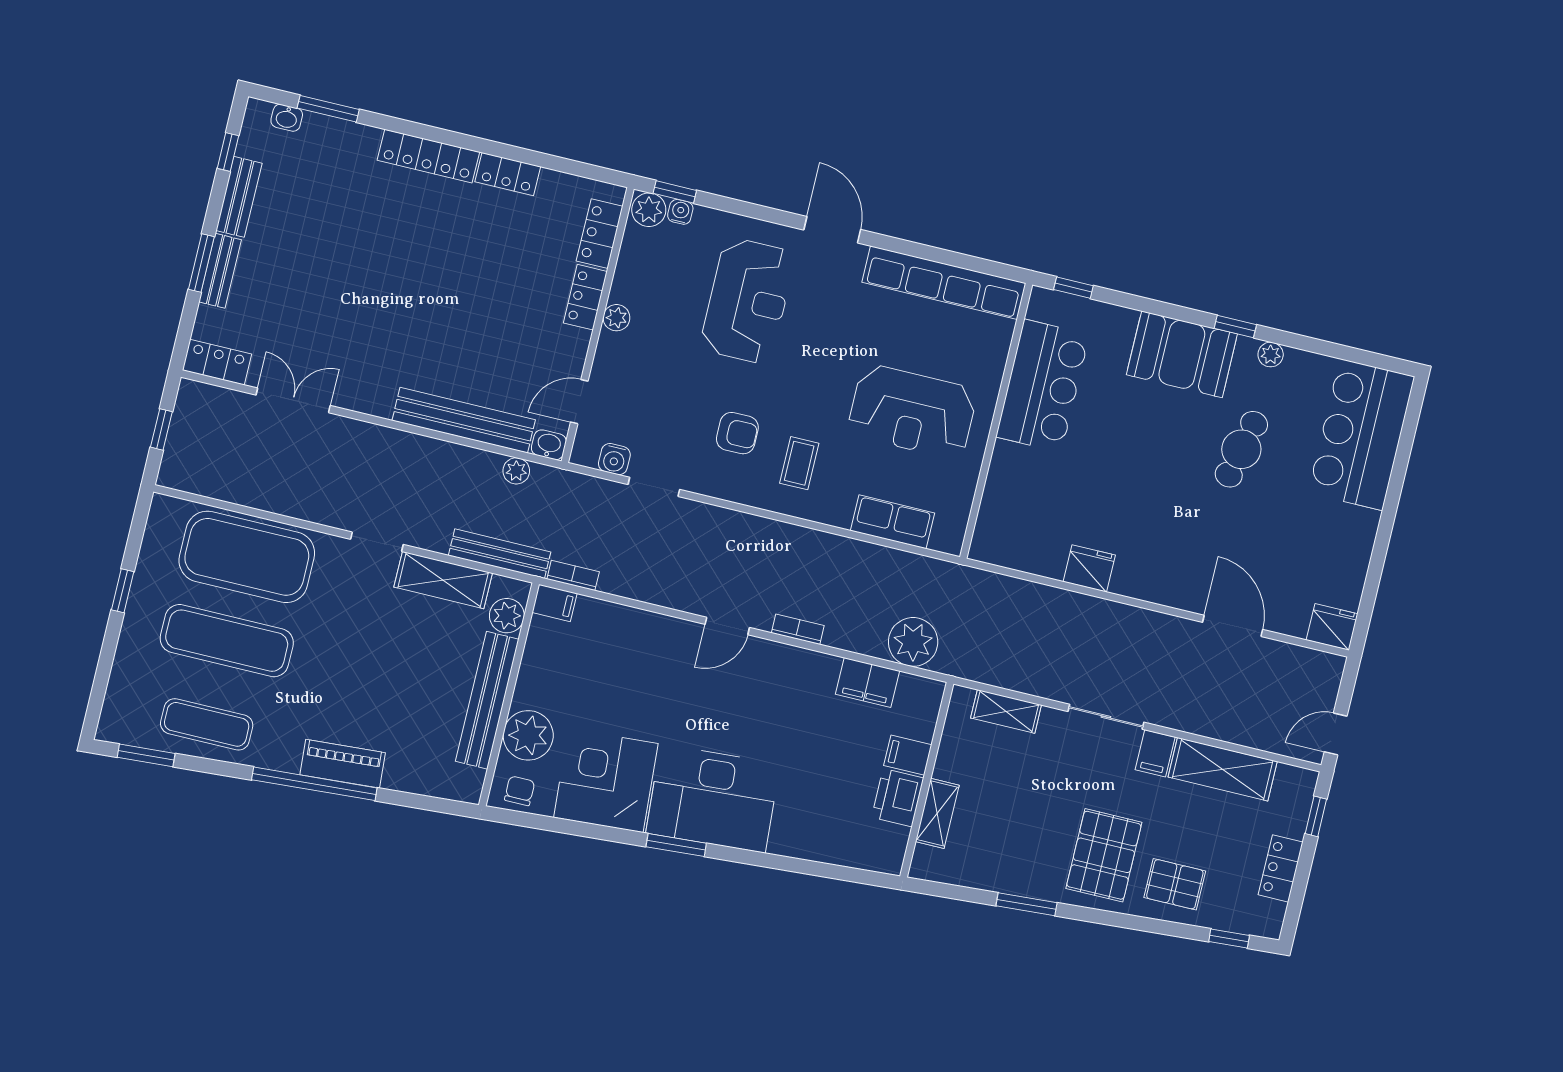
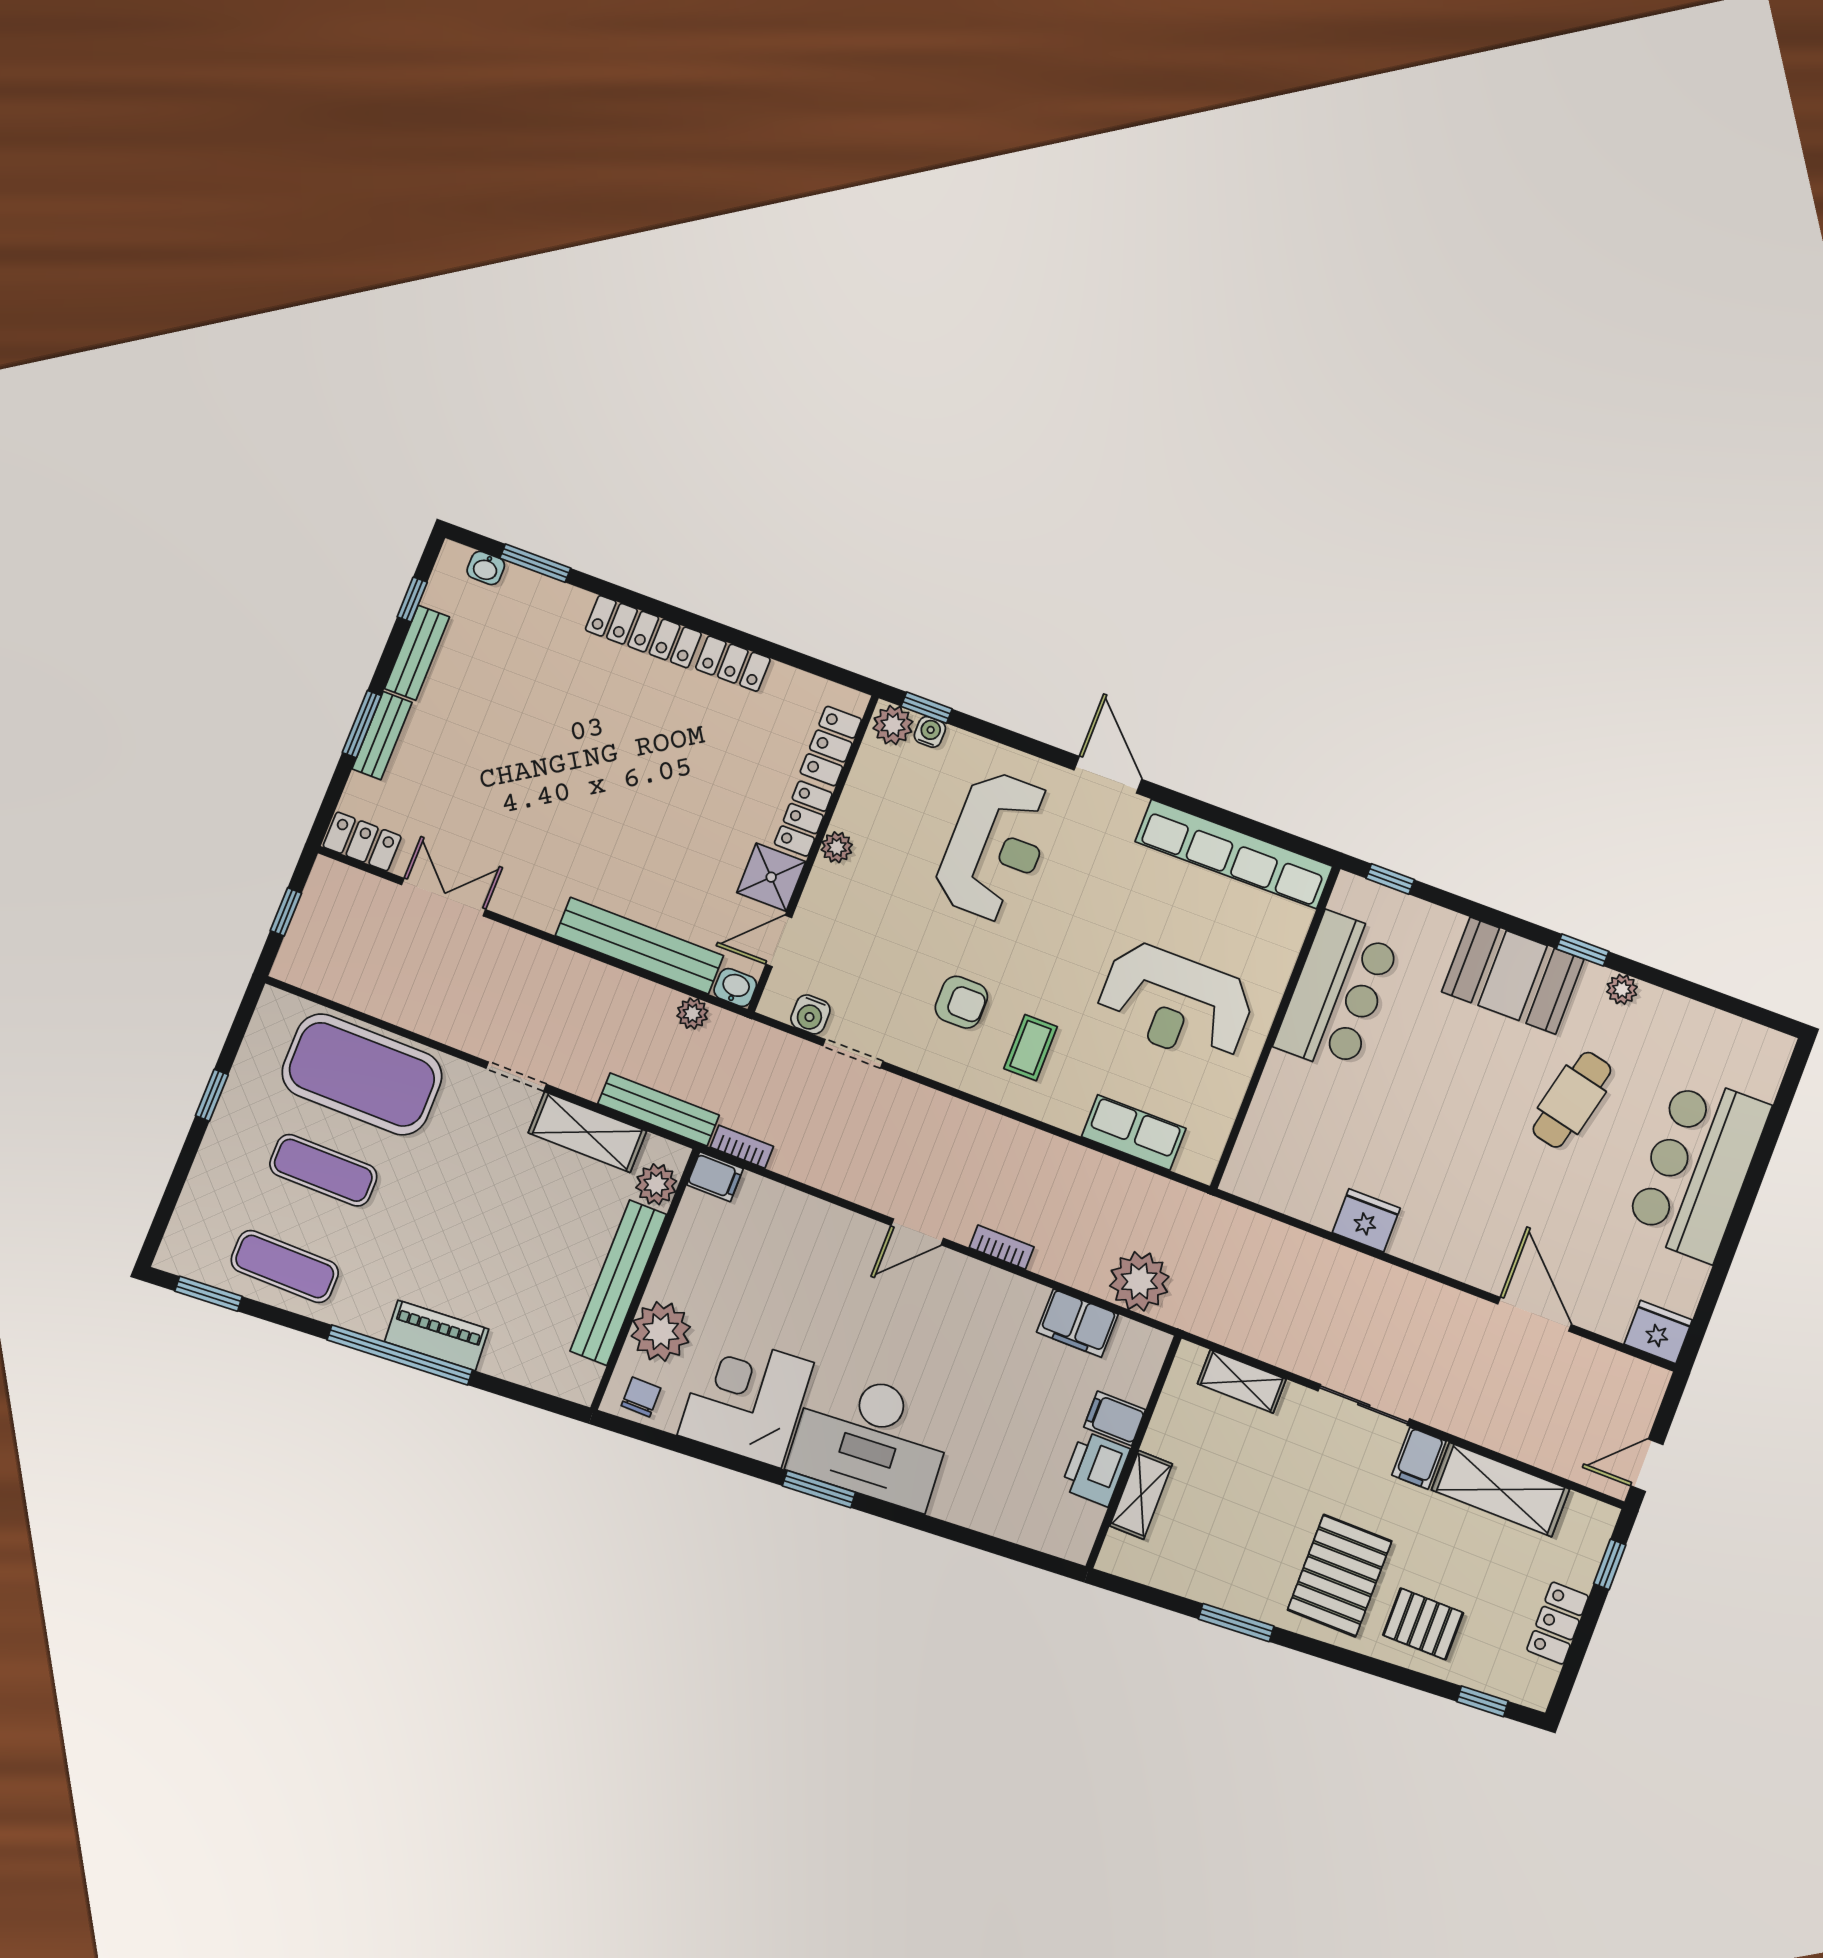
shower: (565, 349) -> (771, 877), added
bar counter: (1361, 435) -> (1697, 1168), moved
exercise mat: (227, 641) -> (323, 1170), width x0.73, depth x0.69

